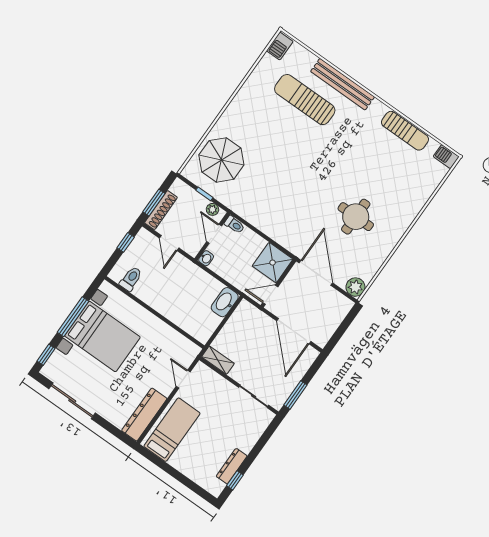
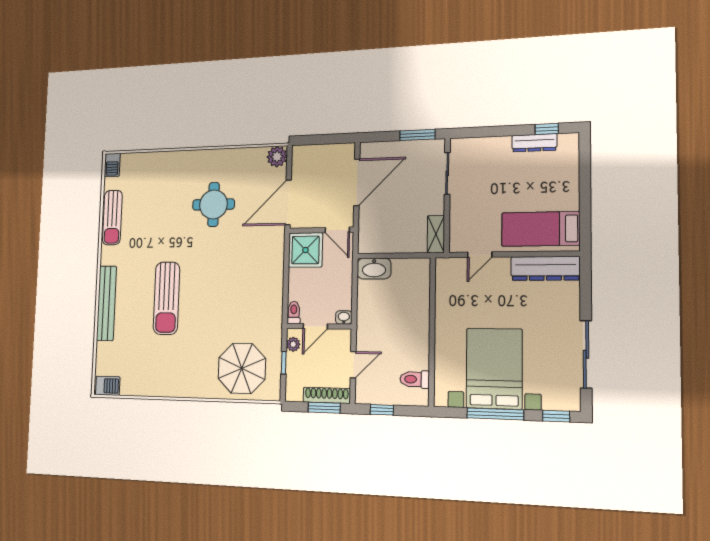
sun lounger: (305, 100) -> (166, 298), moved
sun lounger: (405, 131) -> (112, 218), turned 180

